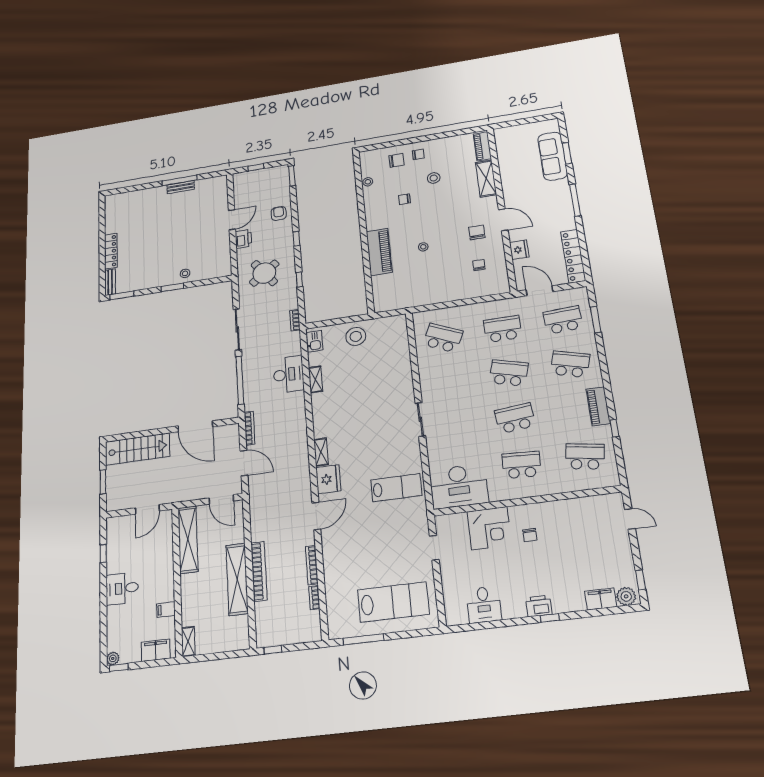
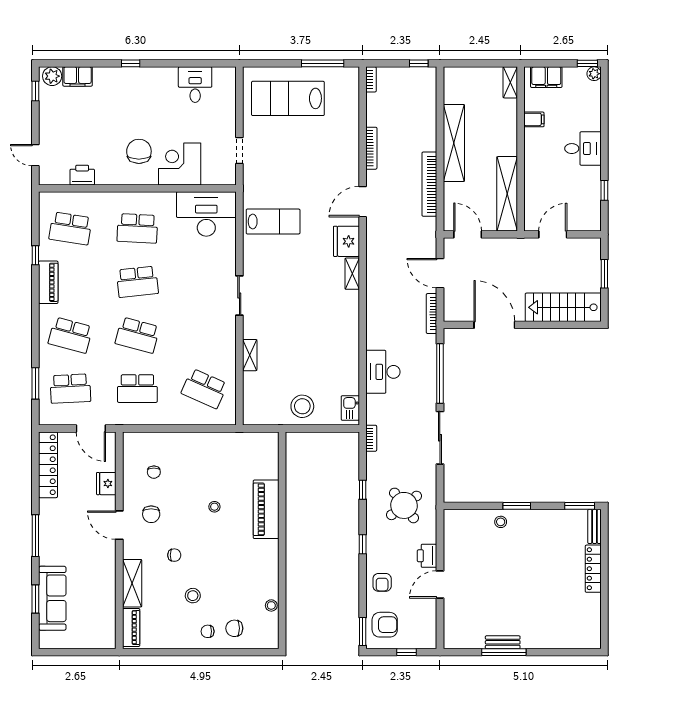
armchair: (275, 184) -> (385, 625), added
chair: (405, 199) -> (174, 555), moved
shelving: (316, 379) -> (250, 355), moved
lab bench: (396, 488) -> (273, 221), turned 180
chair: (530, 535) -> (139, 151), width x1.87, depth x1.87
bookcase: (259, 571) -> (429, 184), moved
bookcase: (314, 598) -> (371, 79), moved
printer: (539, 606) -> (82, 175), moved, turned 180

